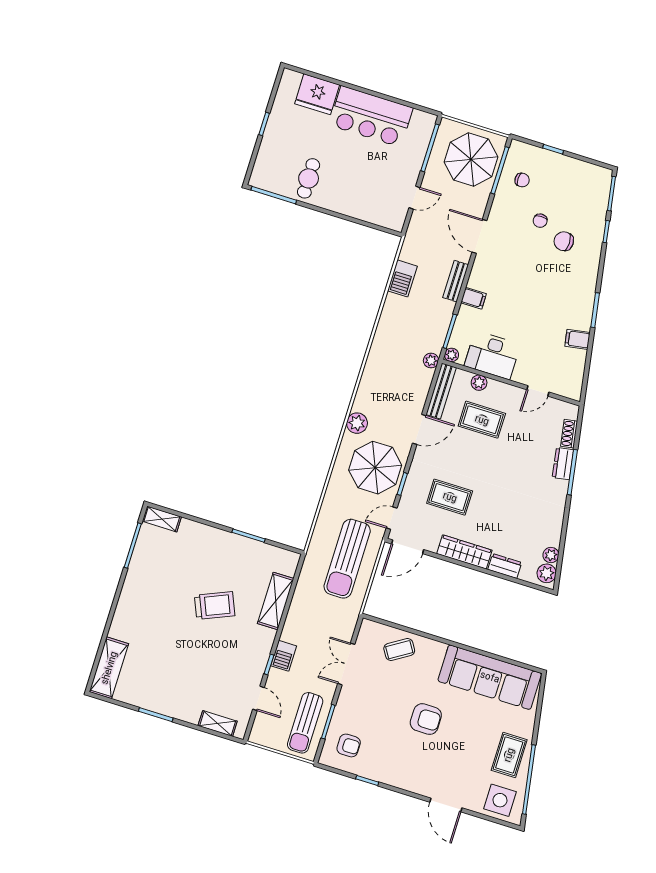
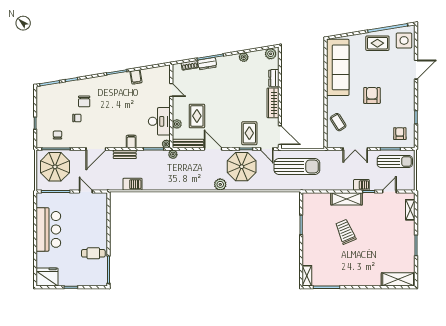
fridge: (317, 94) -> (47, 277), moved, turned -90
rug: (450, 497) -> (249, 133), moved
plant: (551, 555) -> (244, 57), moved
shelving: (276, 601) -> (347, 199), moved

